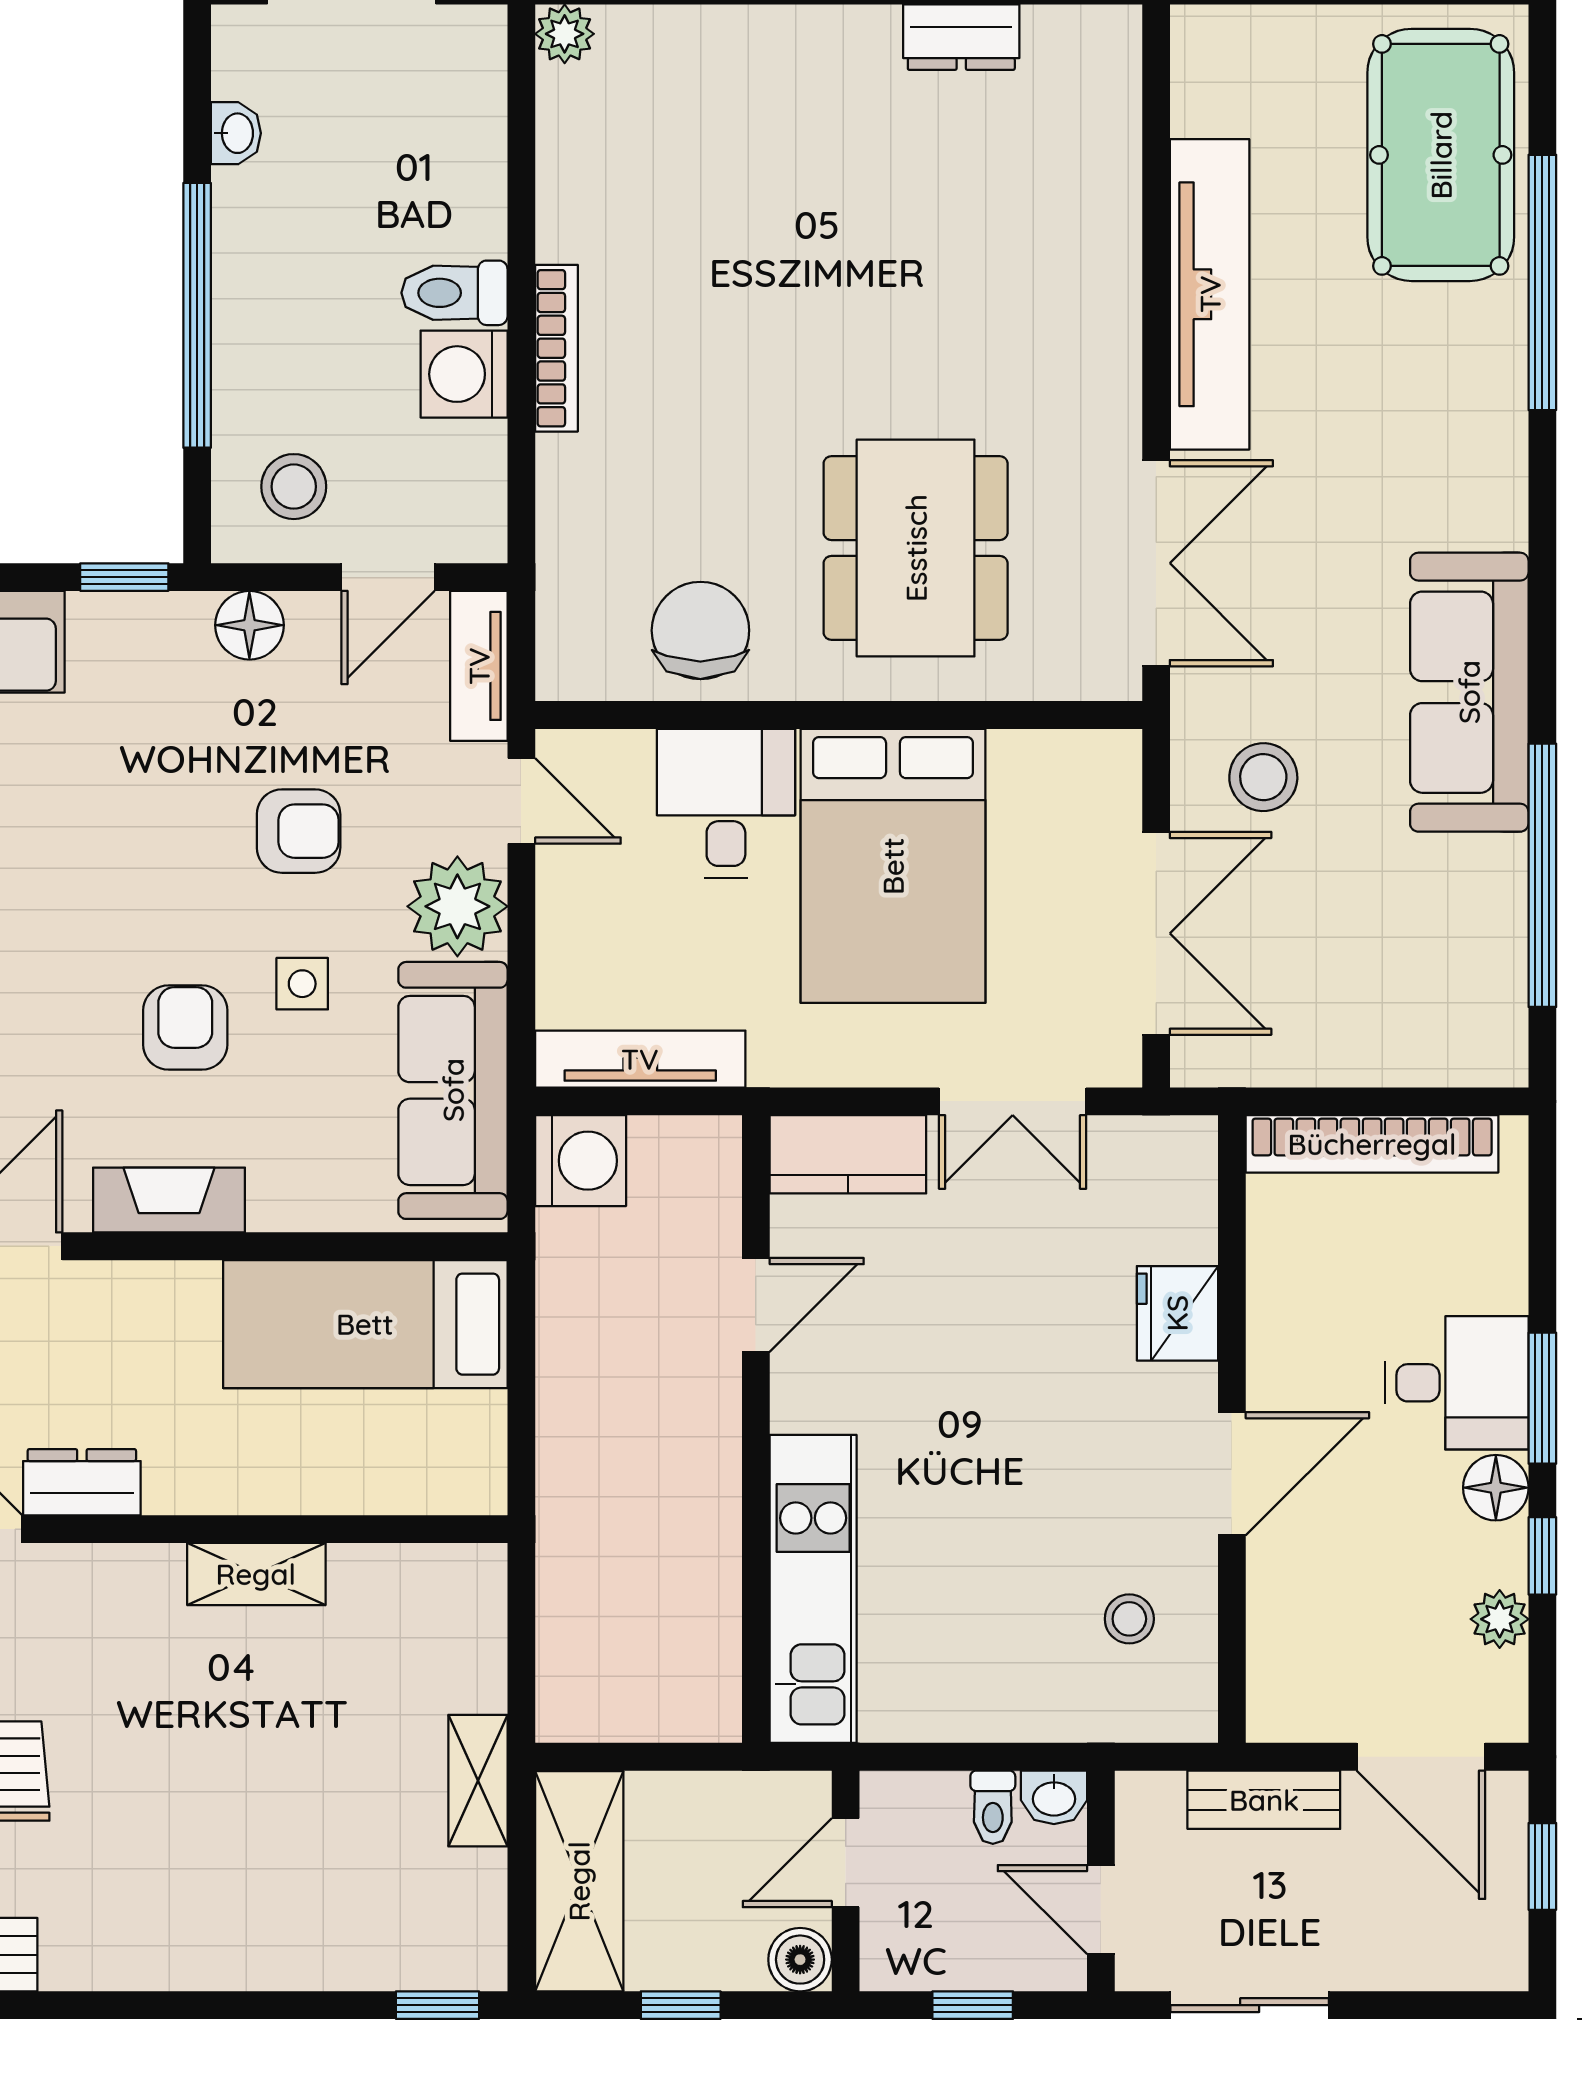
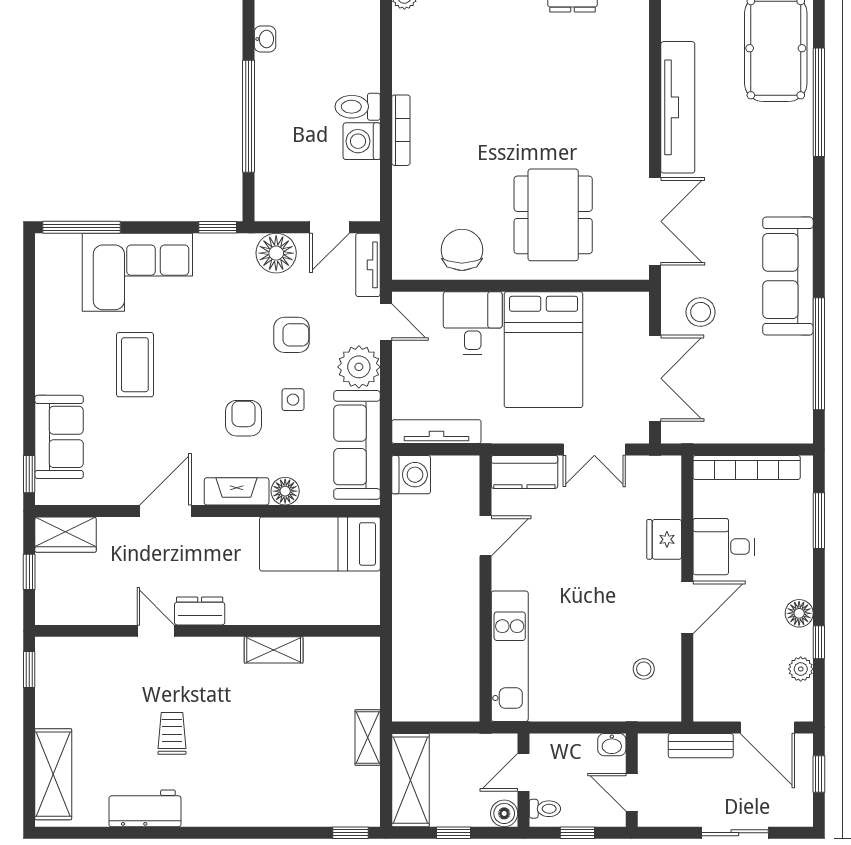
stool: (294, 487) -> (289, 189), removed
floor lamp: (249, 625) -> (276, 253), width x1.38, depth x1.38
floor lamp: (283, 1199) -> (285, 491), added
desk: (1457, 1383) -> (724, 547), moved, turned 180
window: (1542, 1398) -> (819, 521), moved
toilet: (993, 1807) -> (545, 809), moved, turned -90
sliding door: (1250, 2005) -> (735, 833), moved

